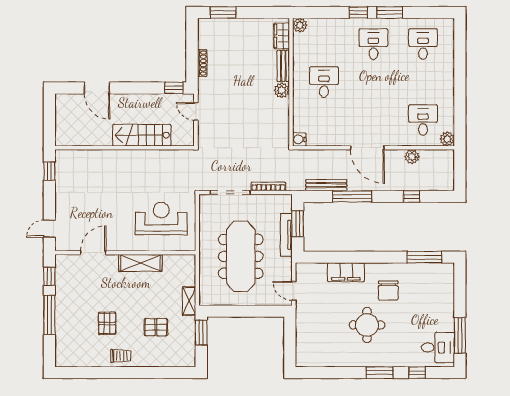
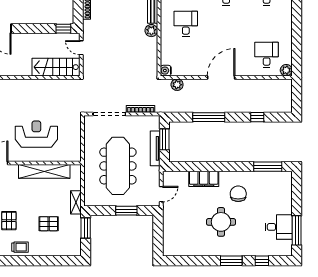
stairs: (142, 135) -> (56, 67), moved
door: (367, 148) -> (221, 77), swing flipped
plant: (412, 157) -> (177, 85), moved
bench: (326, 185) -> (188, 108), removed
reception desk: (161, 219) -> (36, 134), moved
shelving: (140, 263) -> (44, 171), width x1.47
chair: (388, 290) -> (238, 194), turned 180
door: (294, 291) -> (161, 194), swing flipped
window: (251, 311) -> (126, 211), added
desk: (438, 347) -> (279, 227), moved

